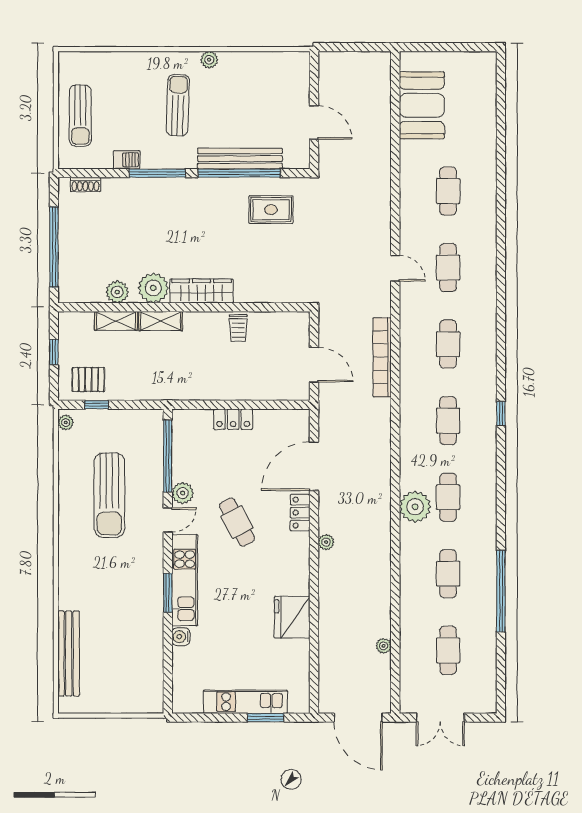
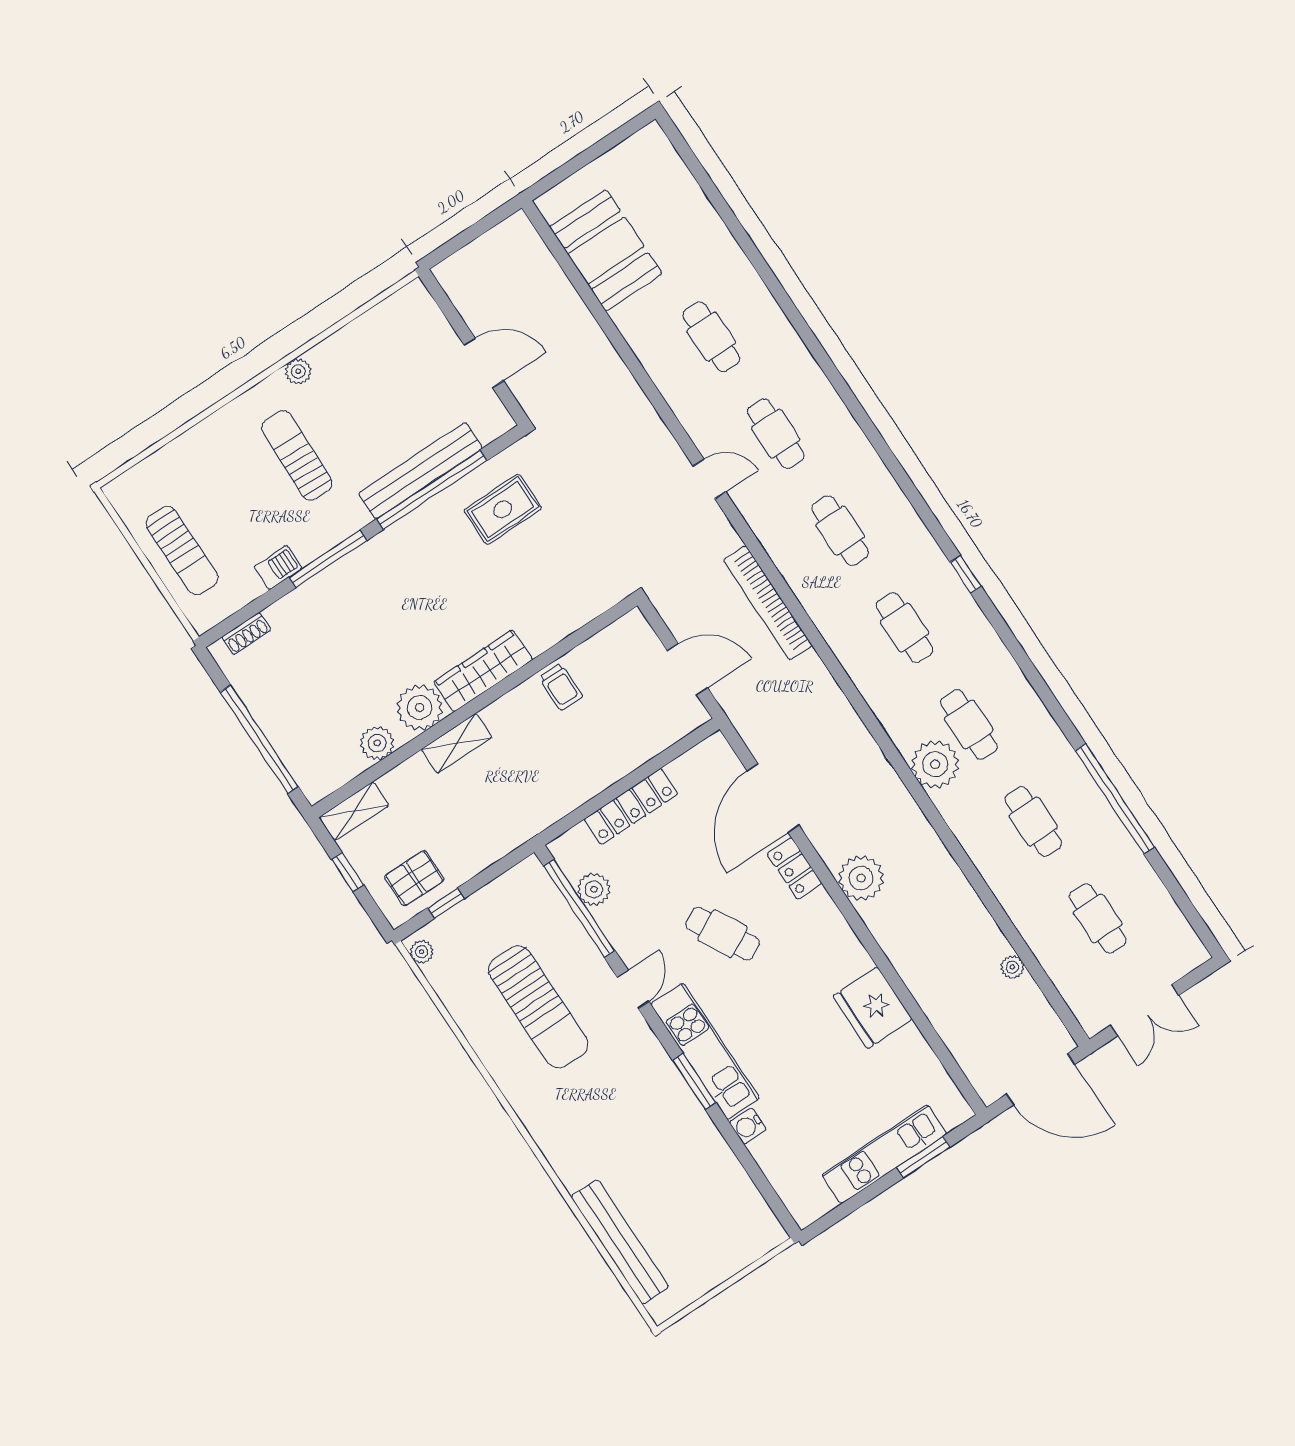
shelving: (116, 321) -> (354, 811), moved
locker: (233, 419) -> (631, 807), width x1.53
plant: (183, 493) -> (594, 889), moved
plant: (326, 542) -> (861, 878), width x1.88, depth x1.88

